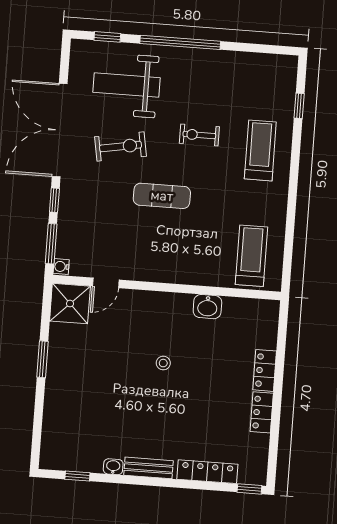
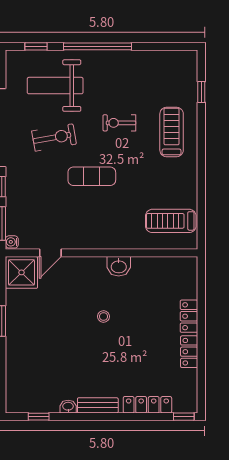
treadmill: (251, 256) -> (171, 221), turned -90
washbasin: (207, 307) -> (119, 266), moved

